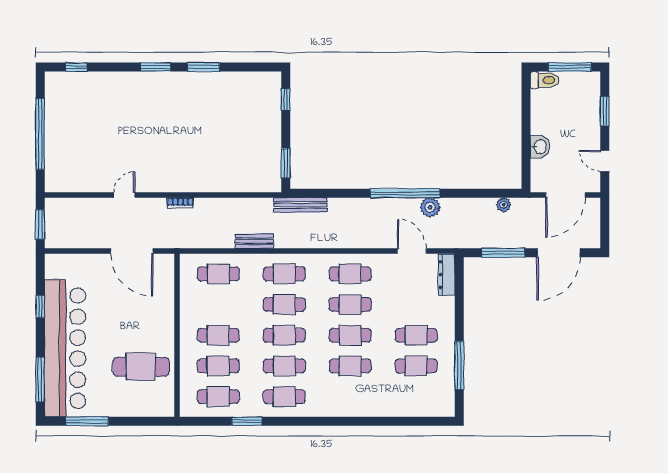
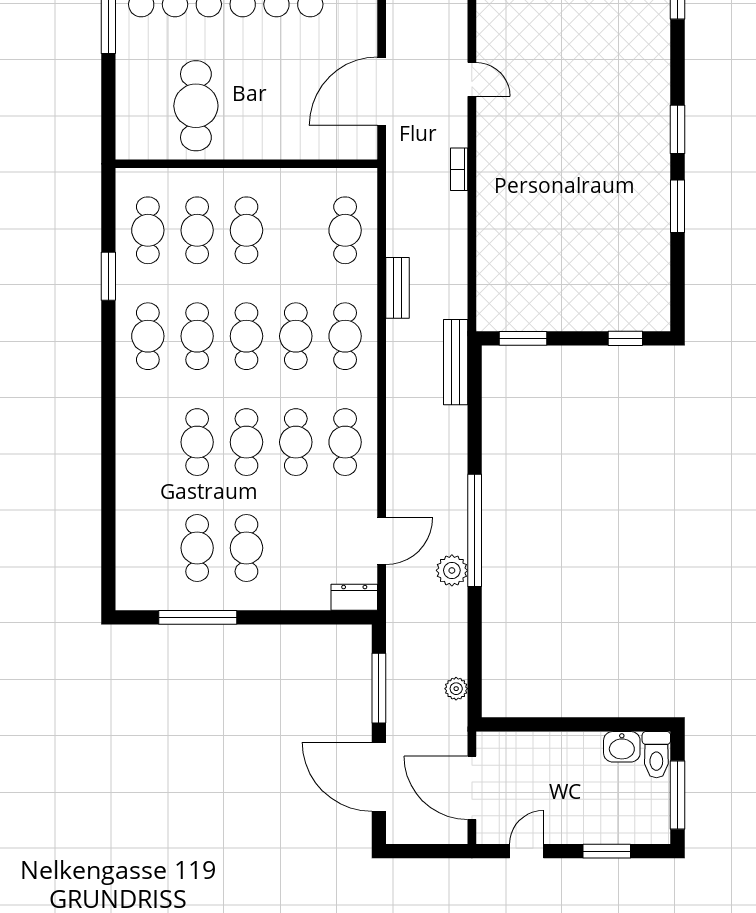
washbasin: (540, 147) -> (622, 747), moved
dresser: (447, 274) -> (354, 597), width x0.70

